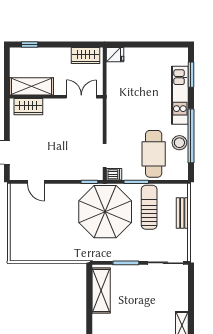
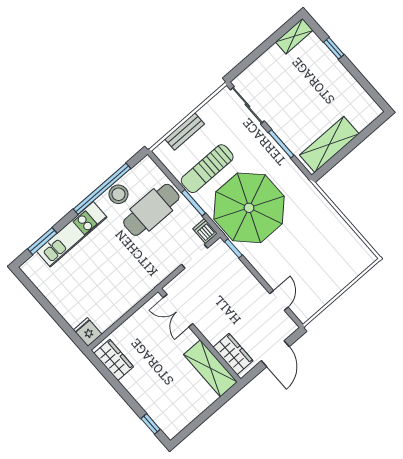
shelving: (32, 86) -> (210, 368), moved
wall: (56, 97) -> (199, 335), moved
double door: (81, 97) -> (178, 311), moved
wardrobe: (28, 107) -> (233, 354), moved

